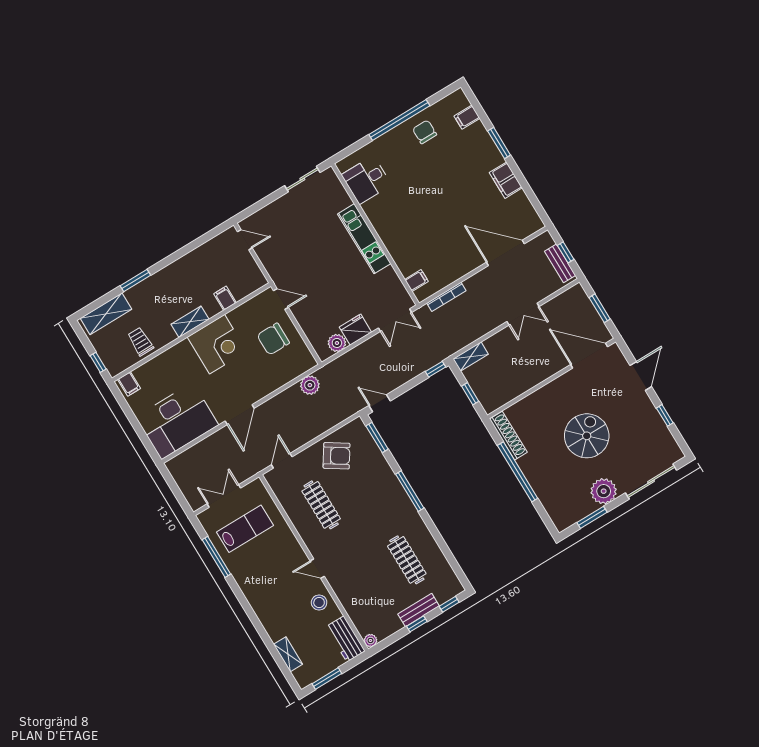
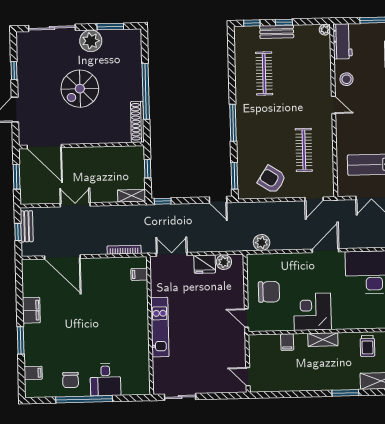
desk: (366, 180) -> (105, 380), moved, turned 90

